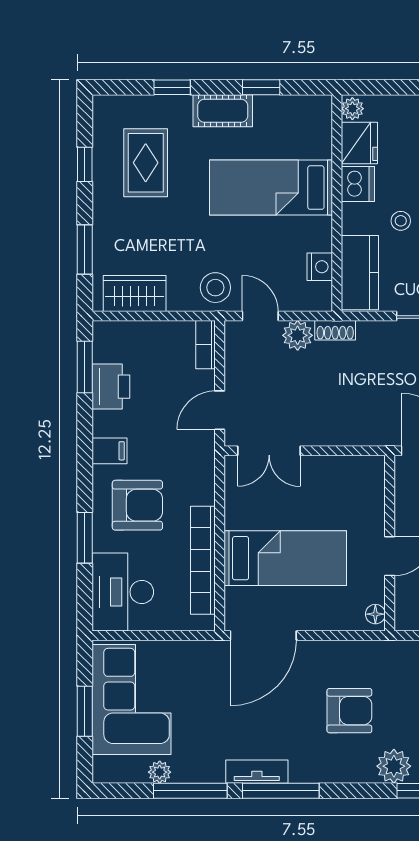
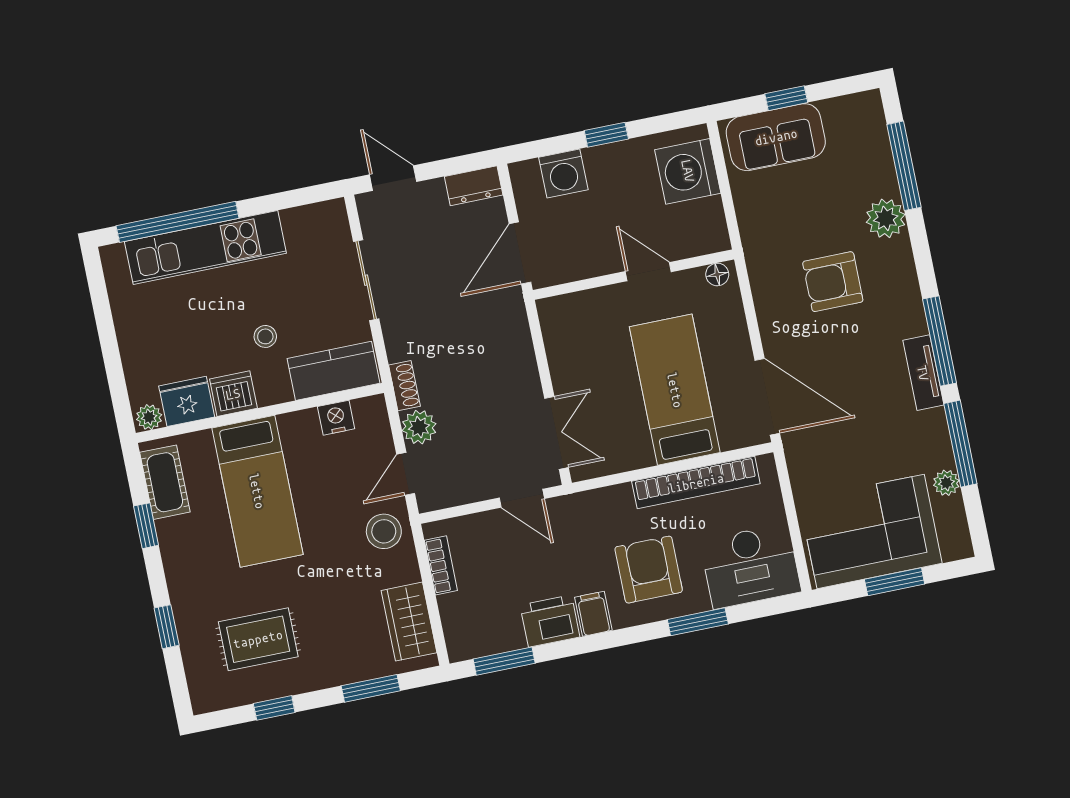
cot: (223, 111) -> (165, 482), moved
bookcase: (206, 345) -> (441, 565), moved, turned -90
printer: (111, 387) -> (550, 621), moved
armchair: (349, 711) -> (833, 282), turned -90

